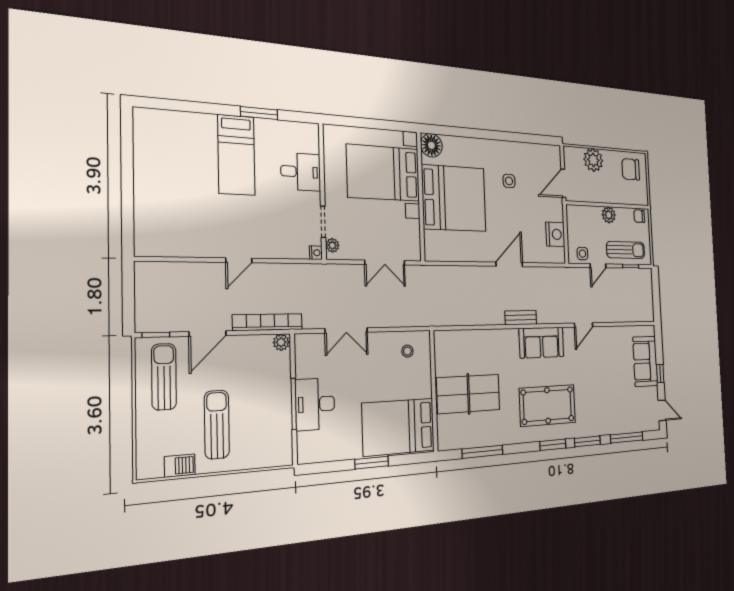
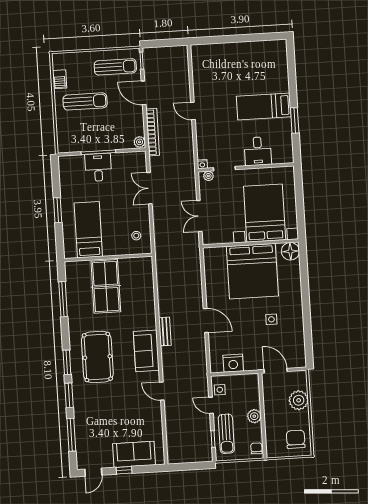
desk: (315, 404) -> (98, 167), width x0.73
bed: (398, 427) -> (88, 230), width x0.67

